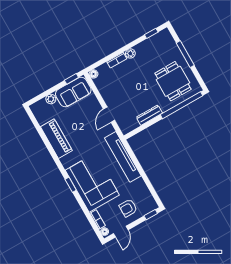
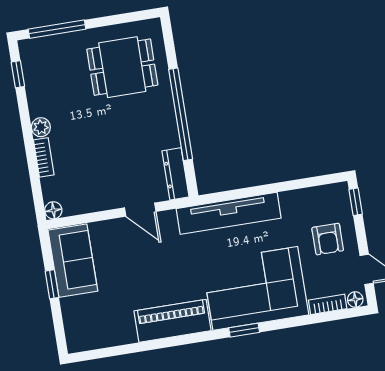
window: (185, 54) -> (57, 29), moved
window: (71, 79) -> (52, 284), moved
plant: (51, 99) -> (70, 307), removed
window: (181, 105) -> (181, 114), moved
dresser: (149, 115) -> (176, 174), moved
piano: (56, 139) -> (172, 321), moved

